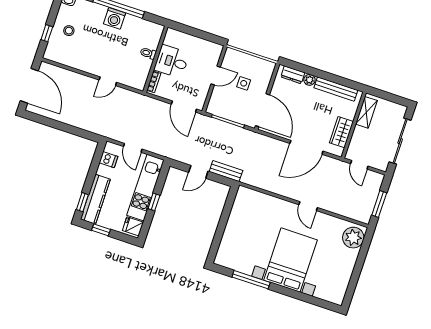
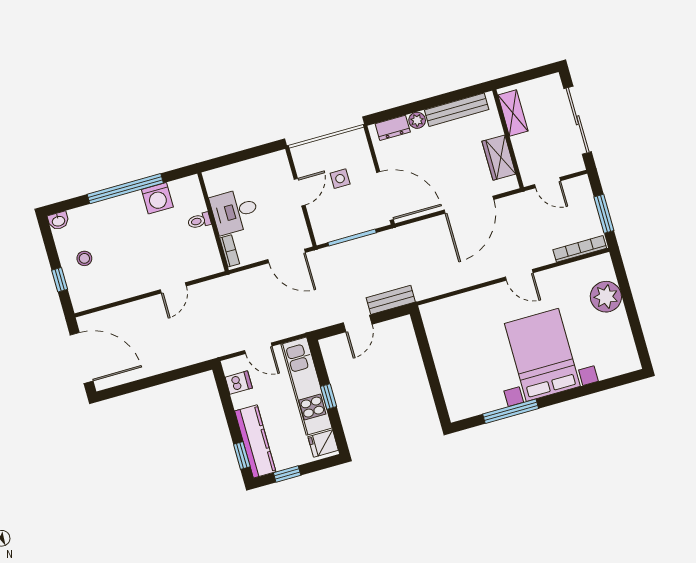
washing machine: (115, 18) -> (157, 198), moved
bookcase: (352, 215) -> (580, 249), added
plant: (353, 238) -> (606, 297), moved

